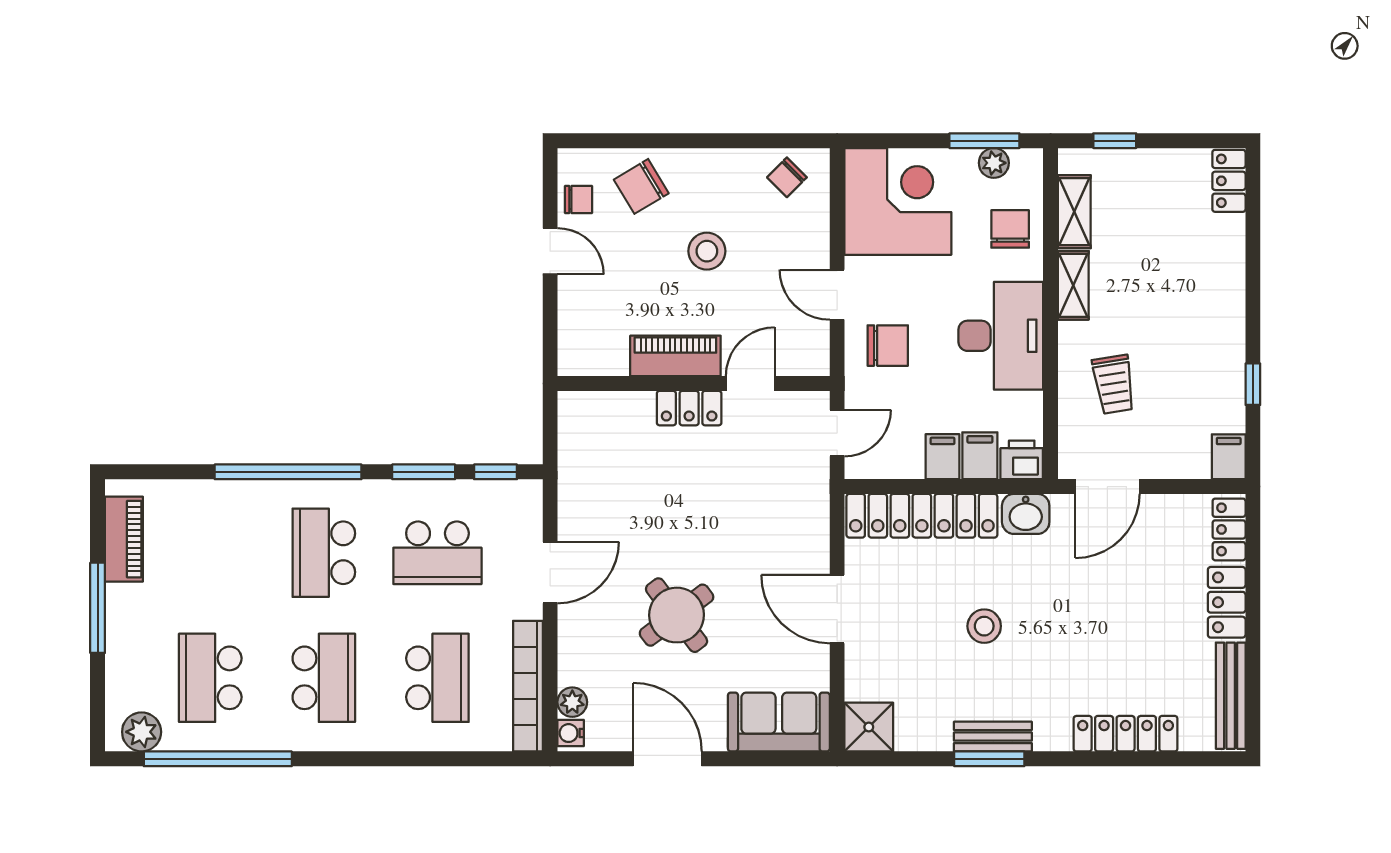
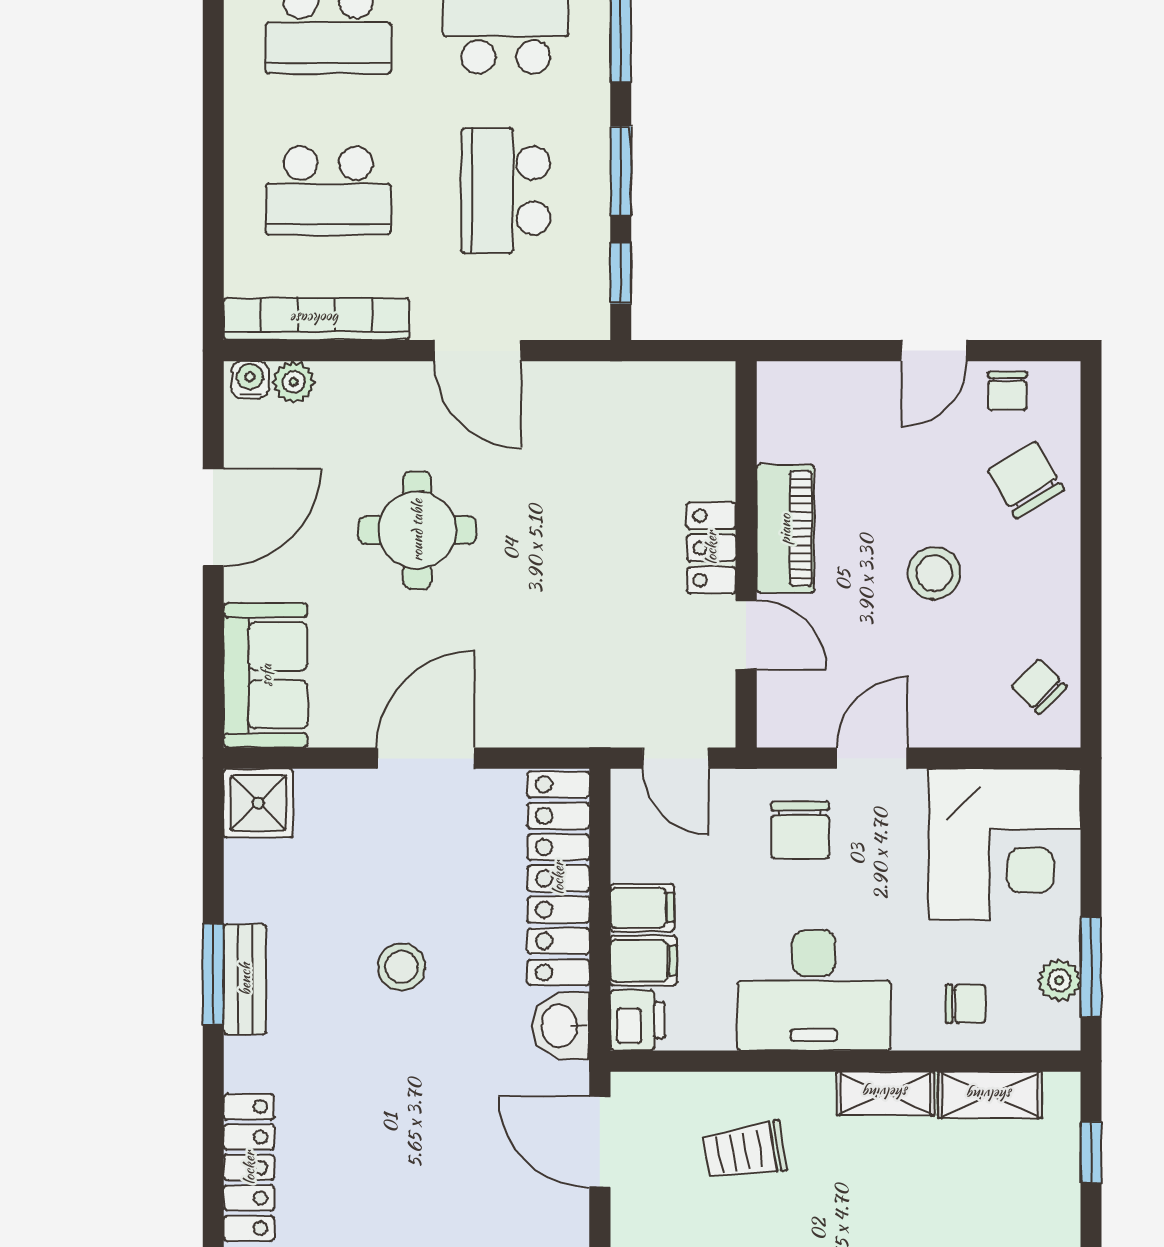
chair: (1010, 229) -> (966, 1004), width x0.73, depth x0.73
round table: (677, 615) -> (417, 530), turned 37

